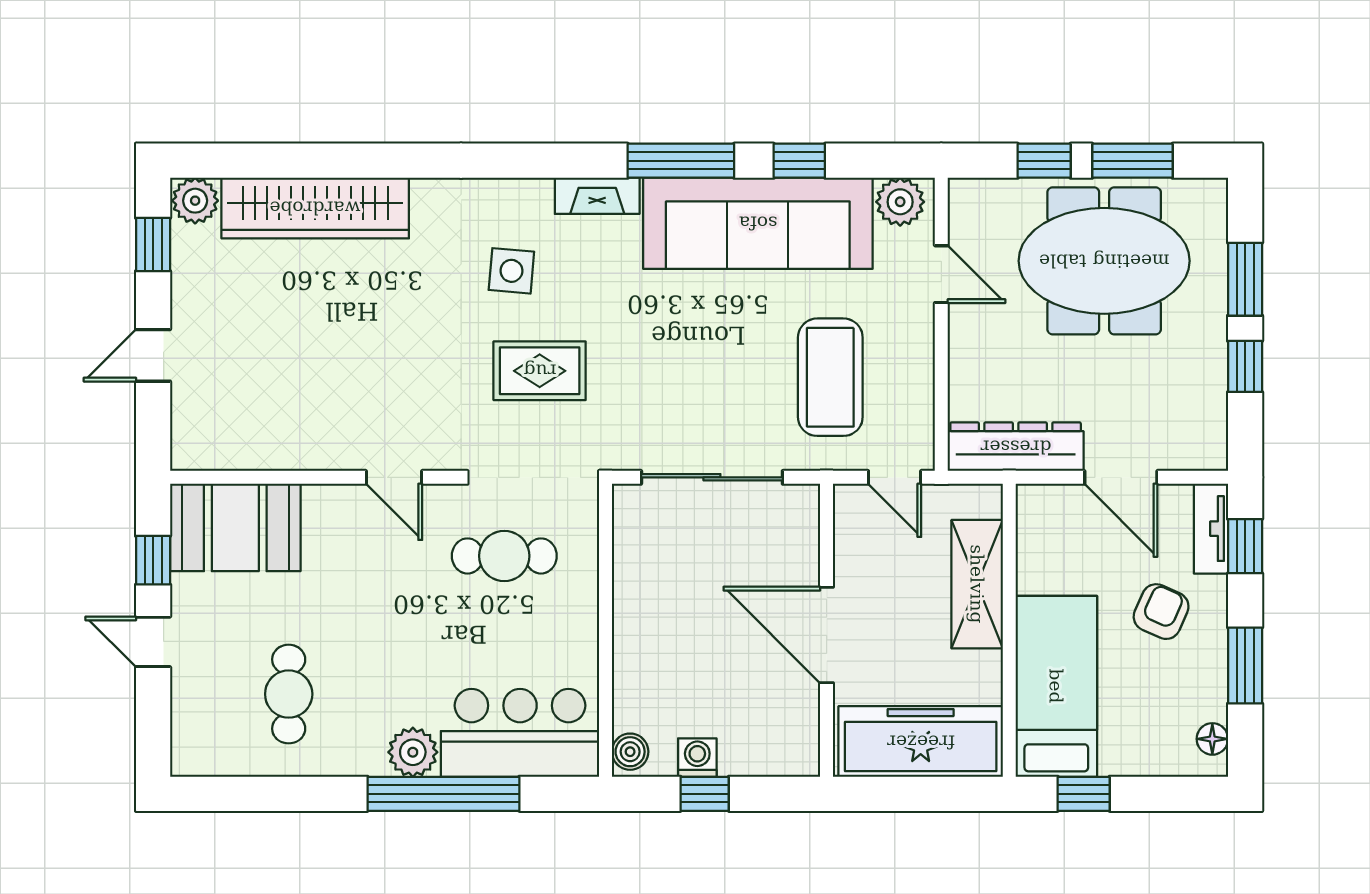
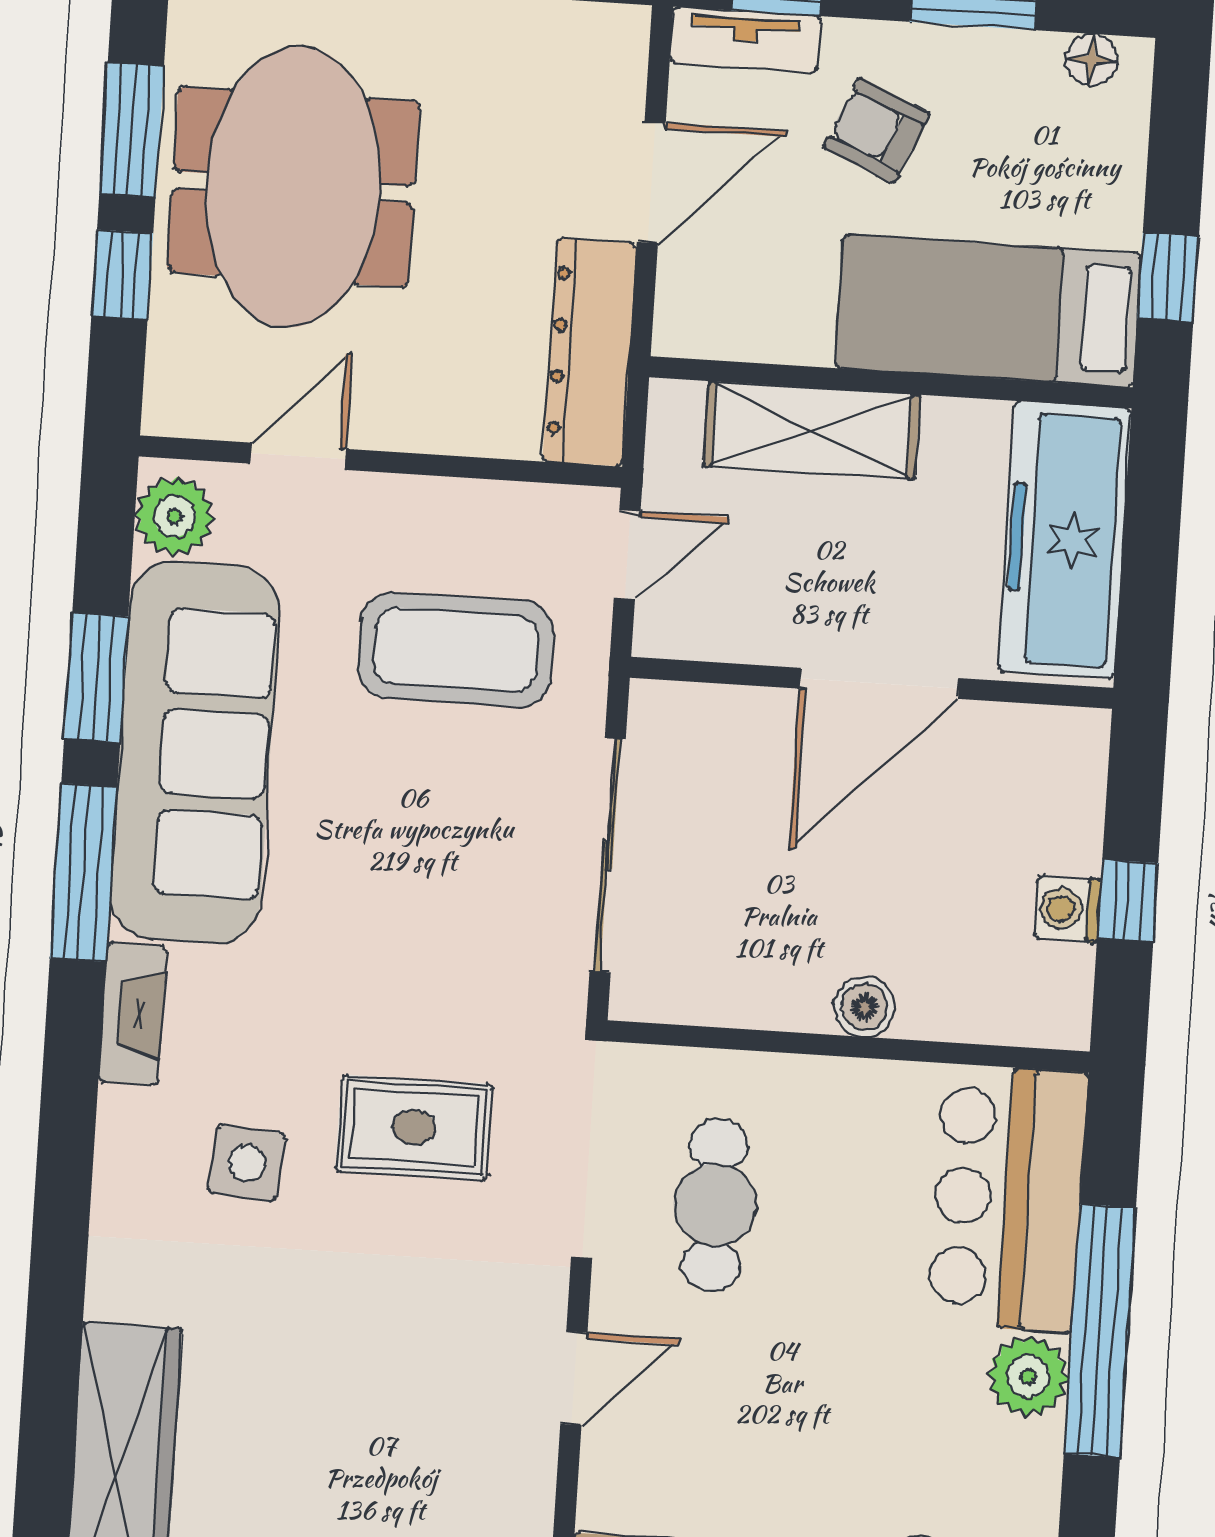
window: (799, 161) -> (96, 678), width x1.50
rug: (540, 371) -> (414, 1127), turned 90
boiler: (630, 752) -> (864, 1007), moved

